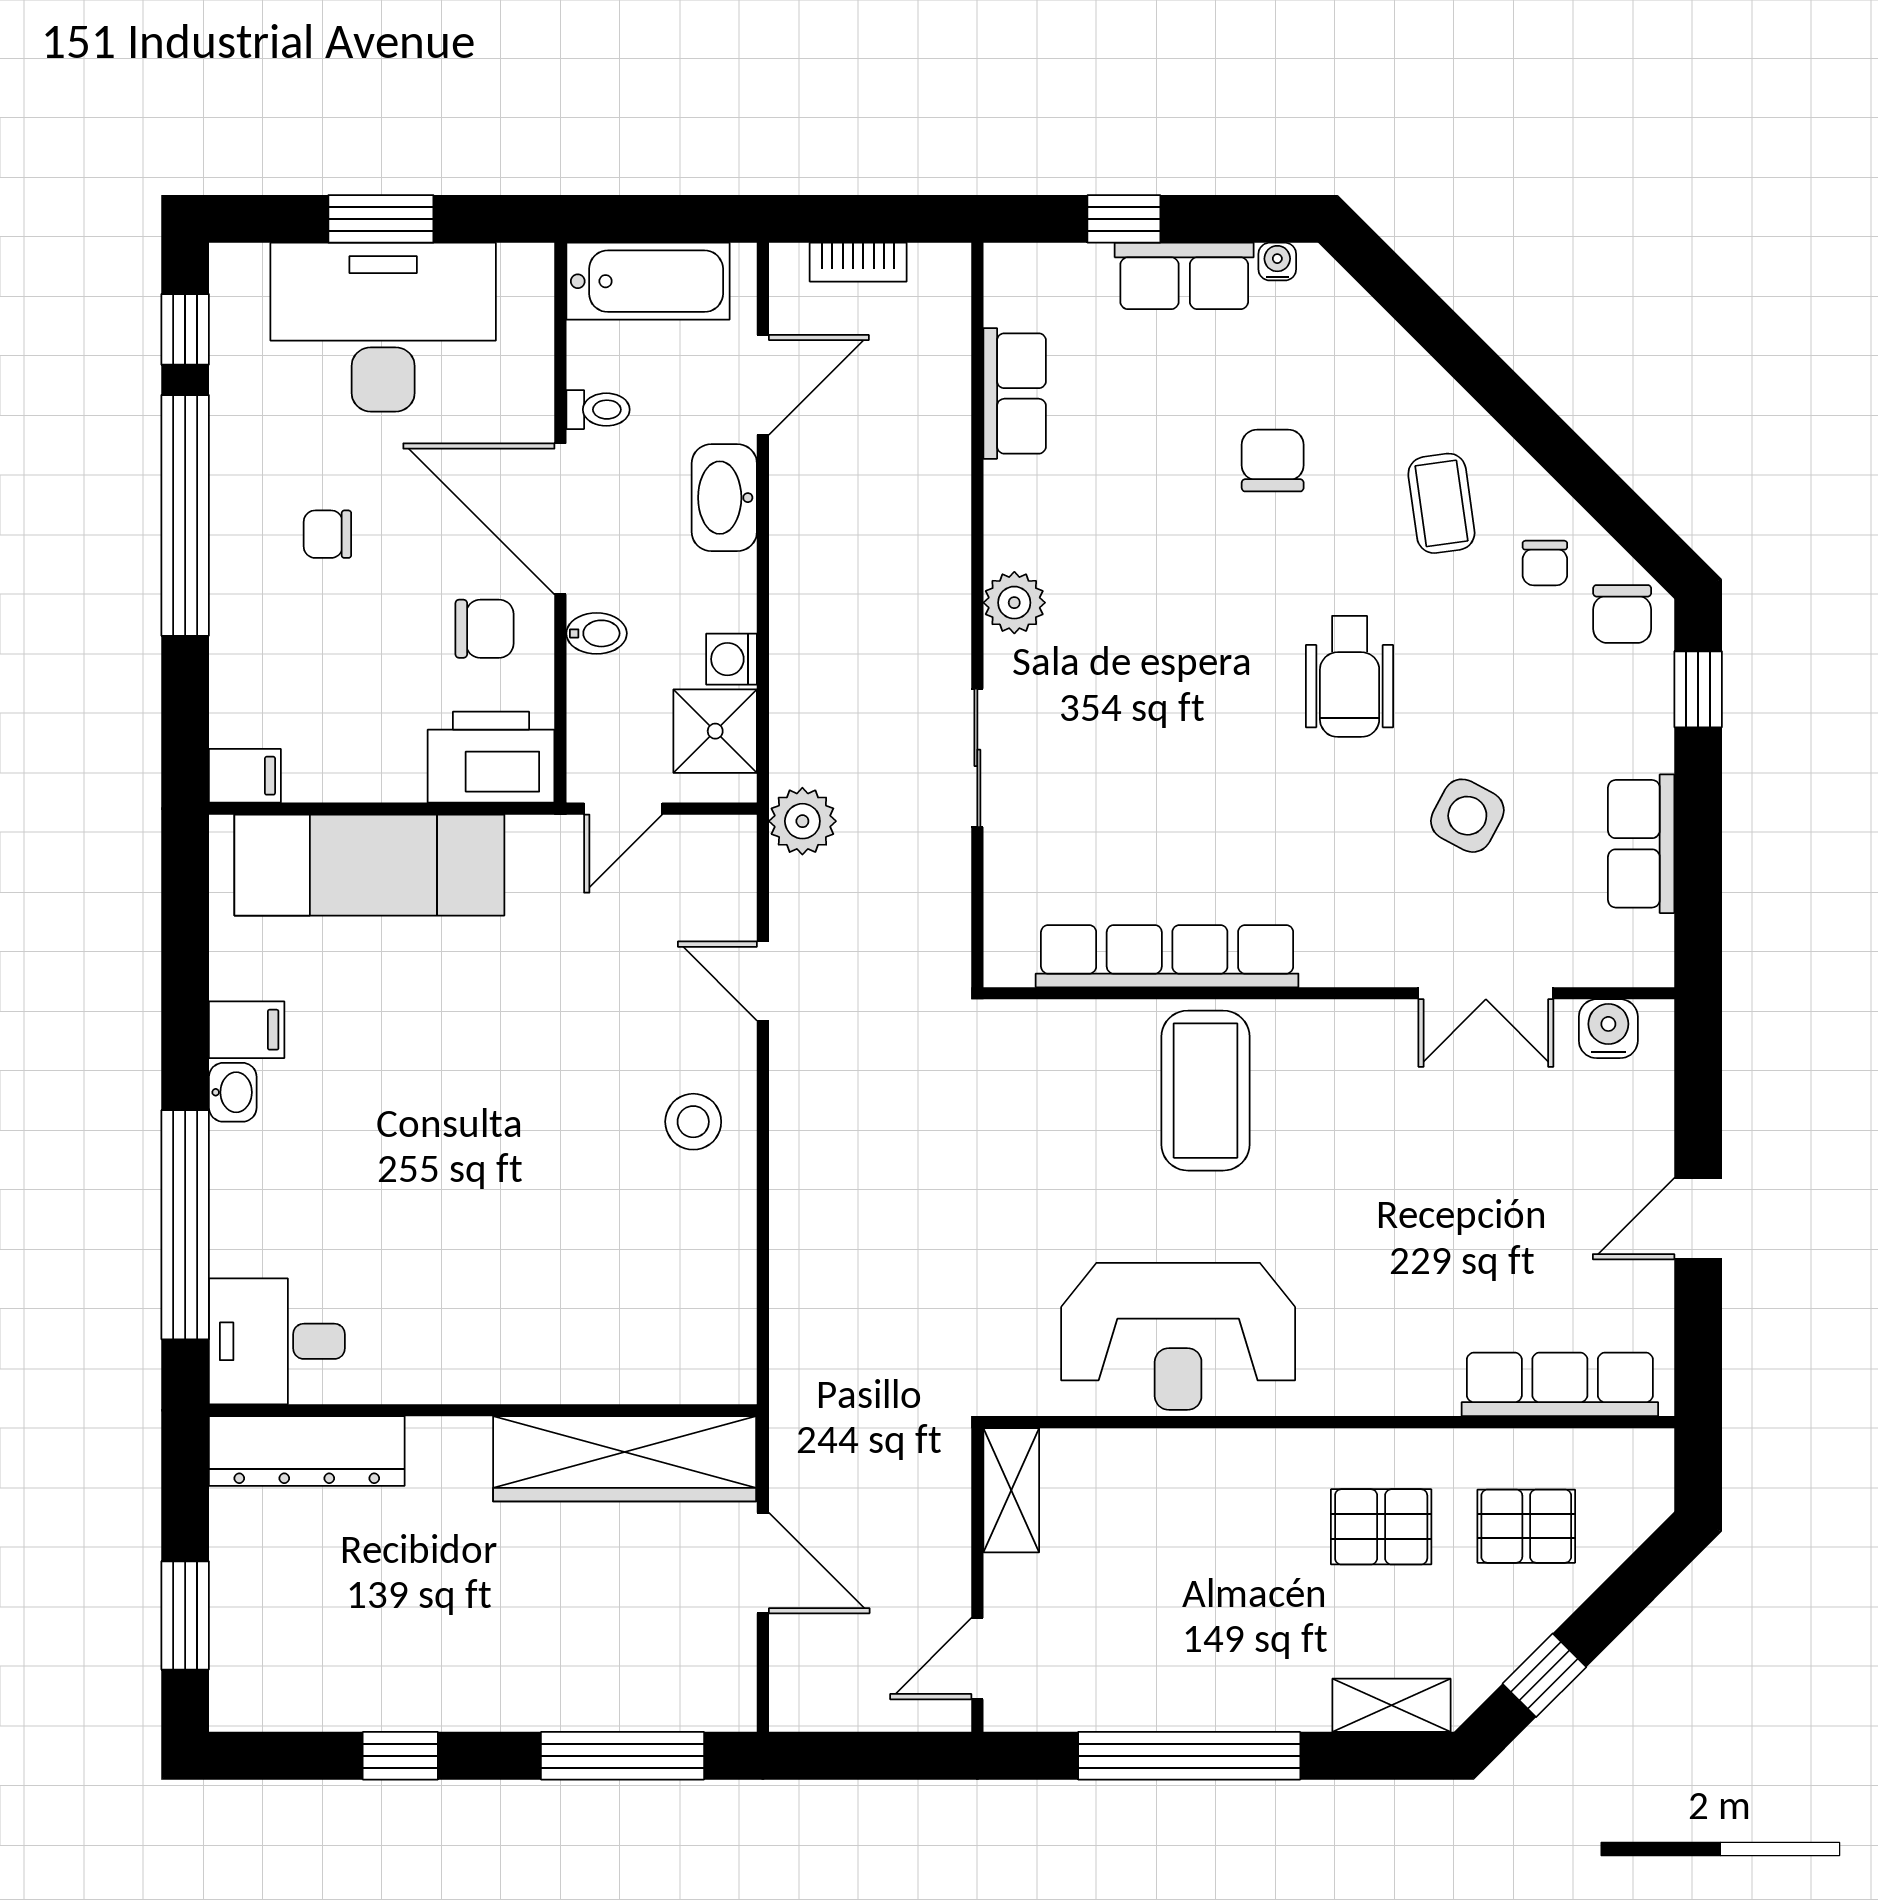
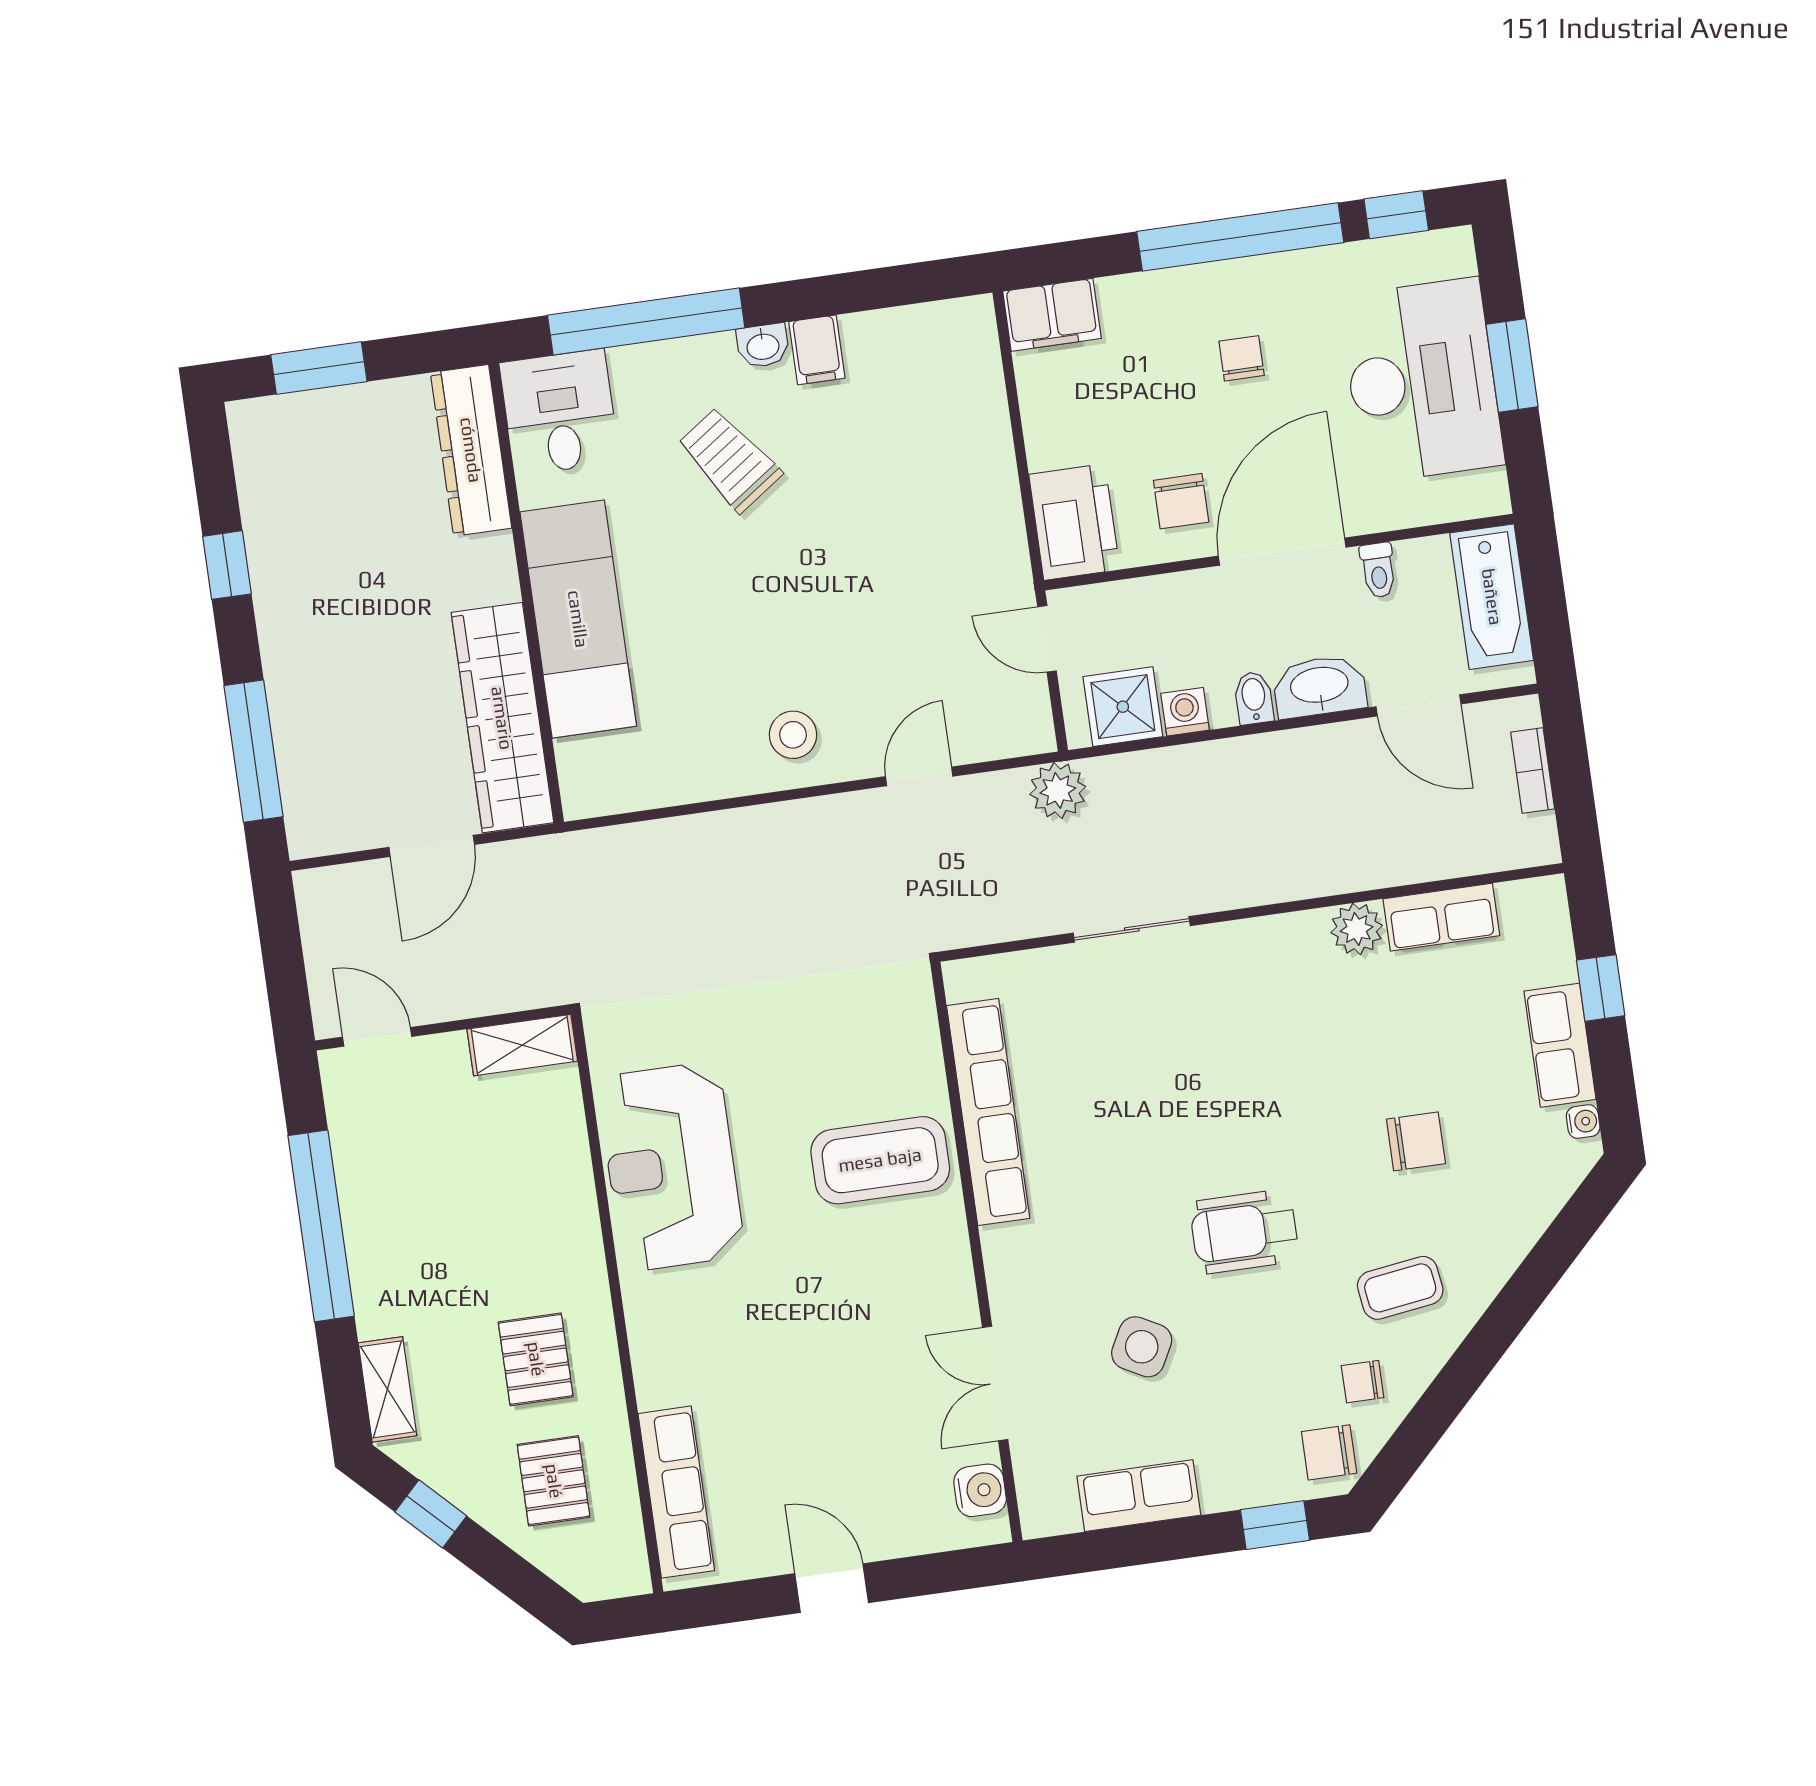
plant: (1014, 603) -> (1357, 929), moved
bidet: (597, 633) -> (1254, 698), moved, turned 180
filing cabinet: (245, 776) -> (1052, 315), width x2.00
exam couch: (369, 865) -> (578, 619), moved, turned 180
trolley: (361, 1150) -> (730, 460), added

